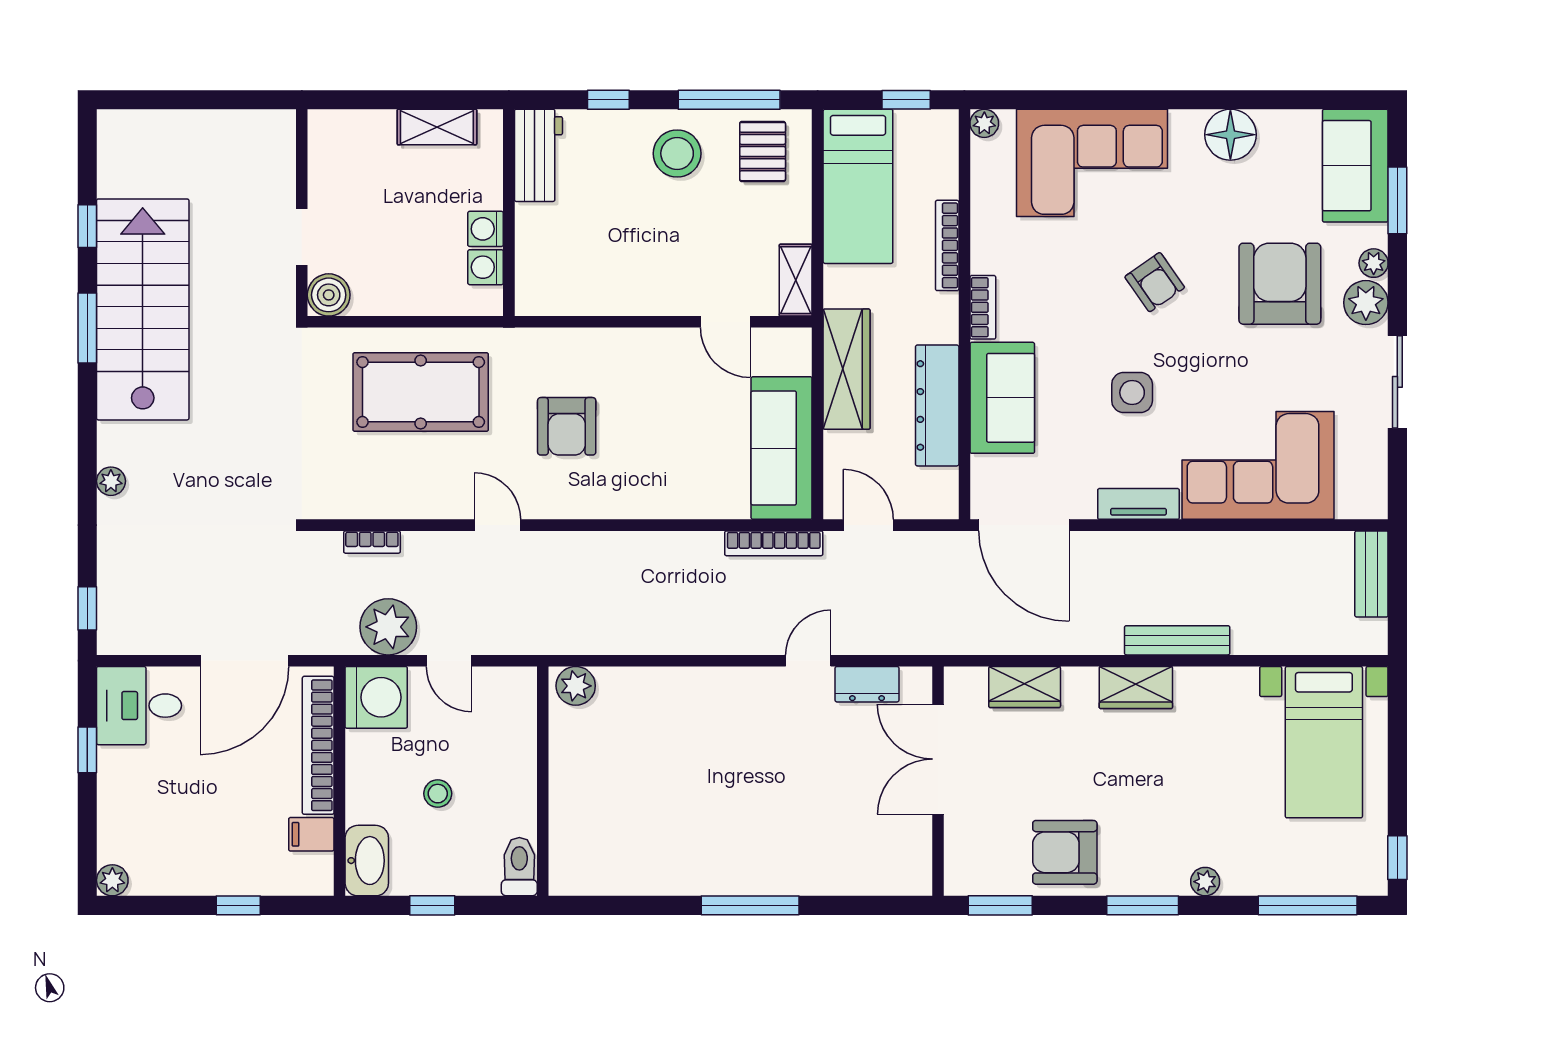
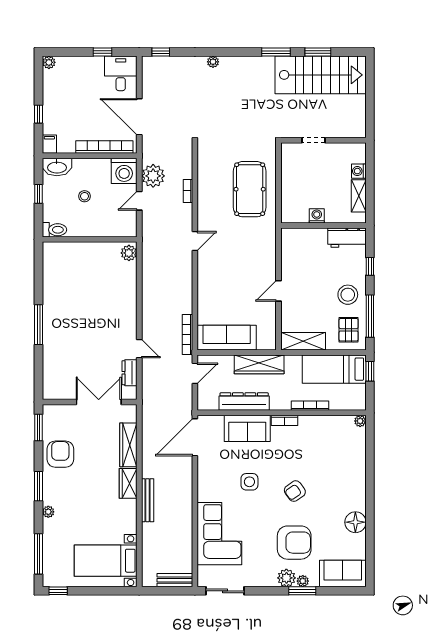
window: (906, 100) -> (370, 371), moved
pallet: (763, 152) -> (349, 330), turned 90
corner sofa: (1092, 163) -> (344, 465), removed
window: (1397, 200) -> (302, 591), moved
window: (87, 226) -> (318, 52), width x1.50
washing machine: (486, 267) -> (359, 171), moved, turned -90
shelving: (796, 280) -> (303, 341), width x1.50, depth x1.33
boiler: (329, 295) -> (290, 151), removed
stairs: (143, 309) -> (321, 75), moved
door: (725, 322) -> (279, 291), moved
sliding door: (1397, 382) -> (225, 591), moved
armchair: (567, 426) -> (236, 249), removed
tv unit: (1138, 504) -> (204, 484), removed
door: (497, 525) -> (195, 241), moved
bookcase: (372, 542) -> (188, 191), moved
wardrobe: (1025, 687) -> (128, 445), width x1.50
filing cabinet: (311, 834) -> (49, 144), moved

